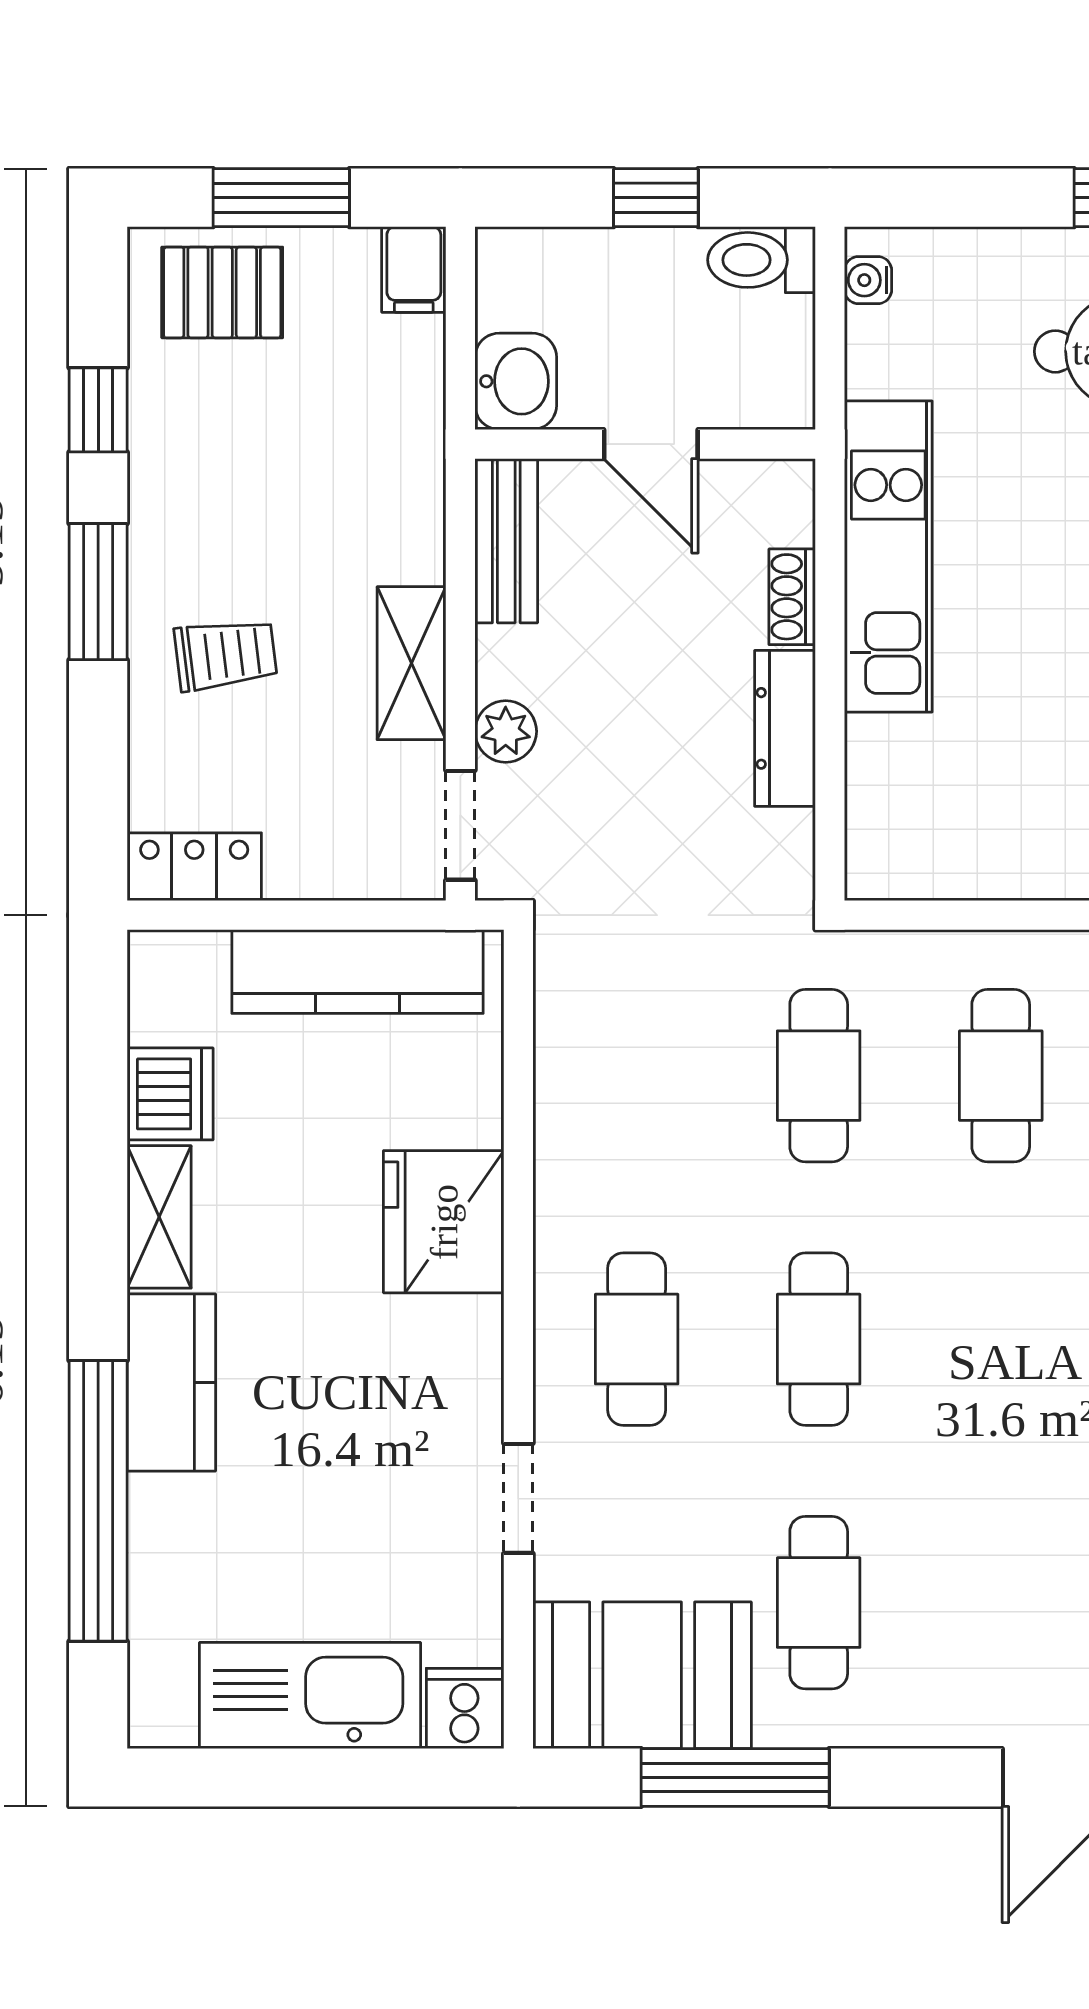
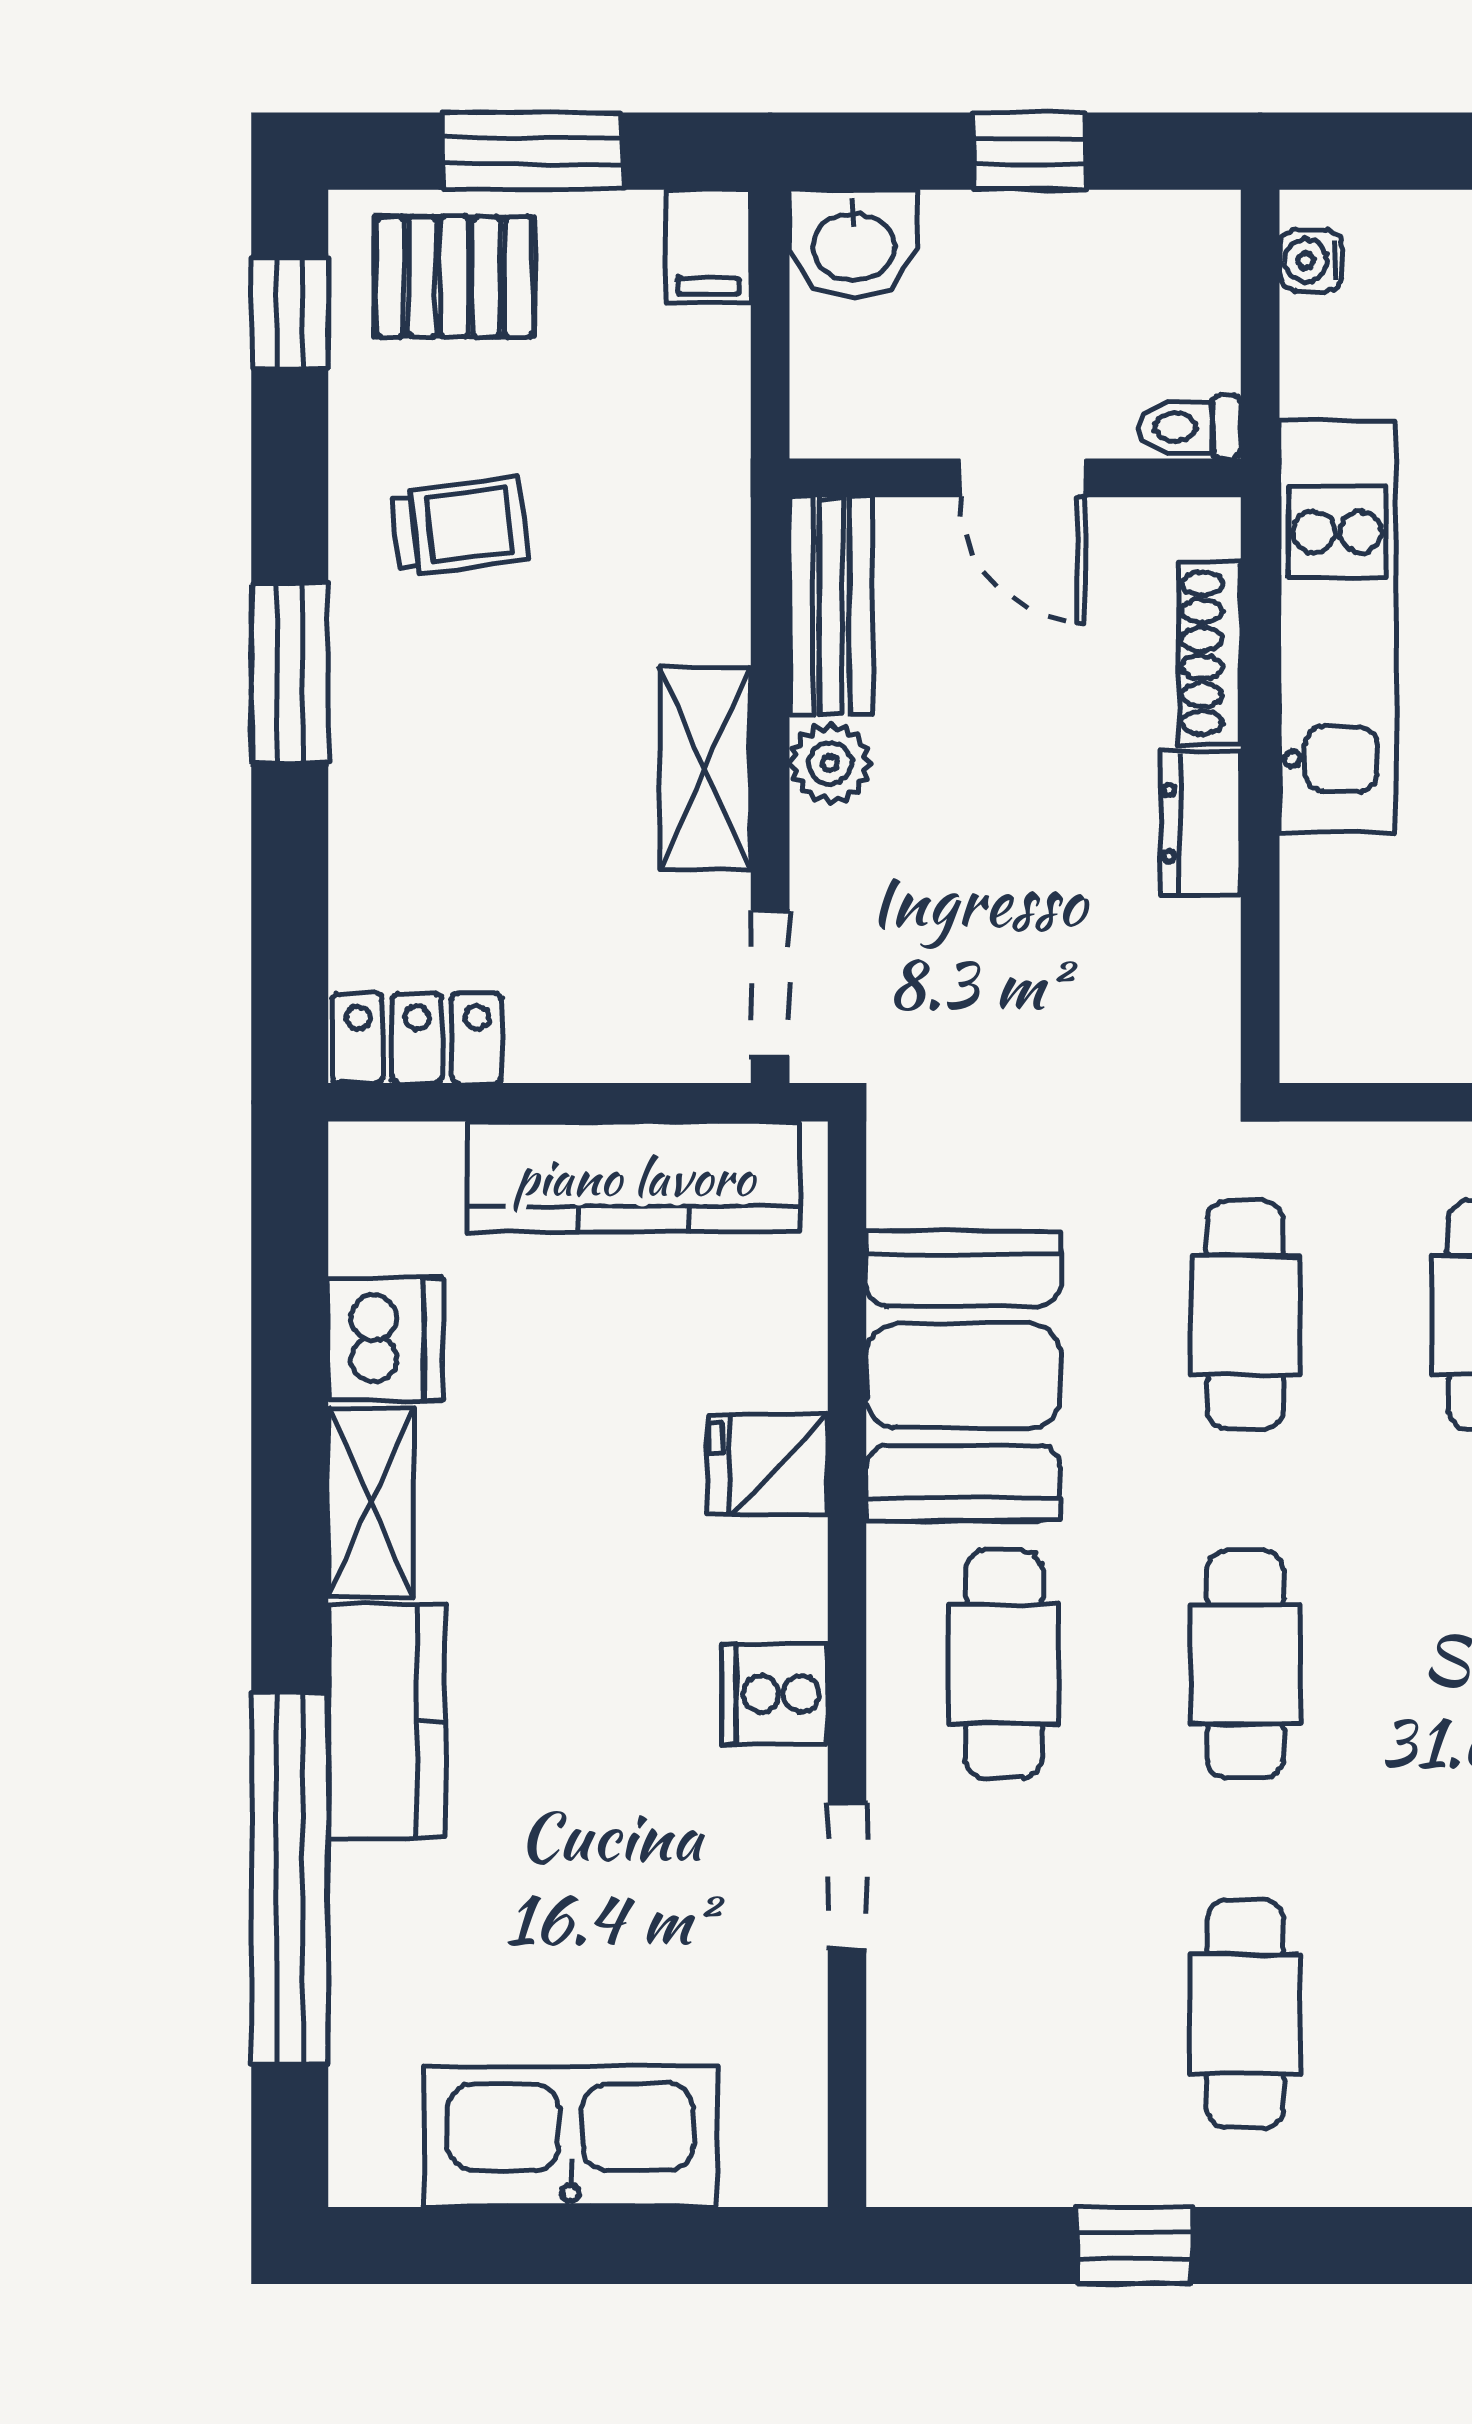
toilet: (762, 260) -> (1189, 427), moved, width x0.73, depth x0.72
washbasin: (516, 381) -> (853, 244), moved, turned 90
window: (98, 410) -> (290, 313), moved
shoe rack: (792, 597) -> (1210, 653), width x1.43
trolley: (226, 655) -> (460, 526), moved
dresser: (785, 728) -> (1200, 823), width x0.70
plant: (506, 731) -> (830, 763), moved
fridge: (444, 1222) -> (768, 1464), width x0.53, depth x0.75
booth: (642, 1675) -> (963, 1376), moved, turned 90
cooker: (464, 1708) -> (775, 1694), moved, turned -90
window: (735, 1777) -> (1134, 2246), width x0.46

